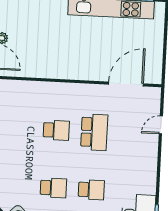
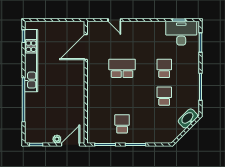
door: (126, 84) -> (86, 47), hinge flipped
school desk: (56, 130) -> (122, 124), moved

